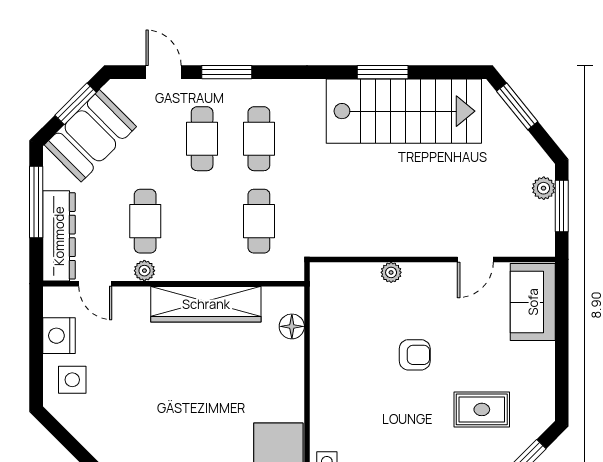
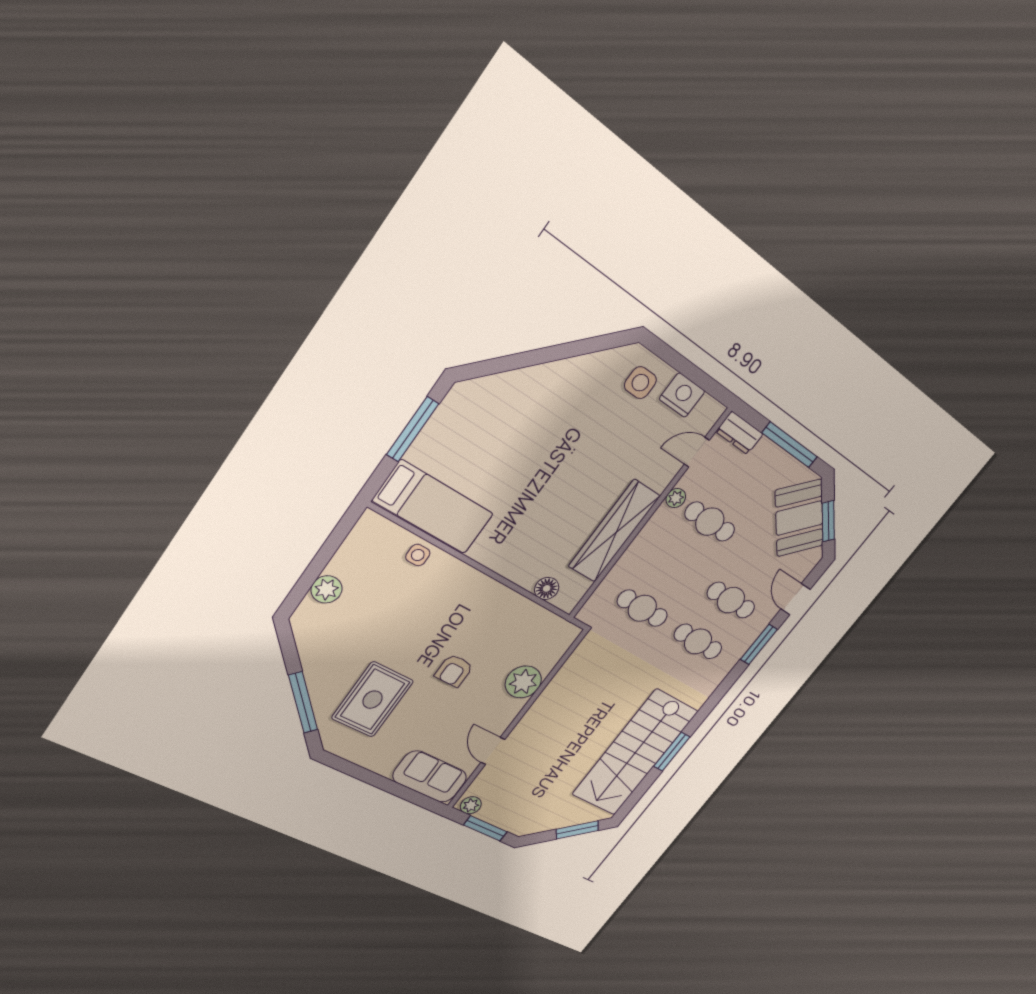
door: (164, 72) -> (796, 599), swing flipped
plant: (544, 188) -> (471, 805), moved
dresser: (59, 236) -> (740, 433), width x0.51, depth x0.80
plant: (391, 272) -> (523, 682), width x1.88, depth x1.88
rug: (482, 409) -> (372, 700), width x1.36, depth x1.43

